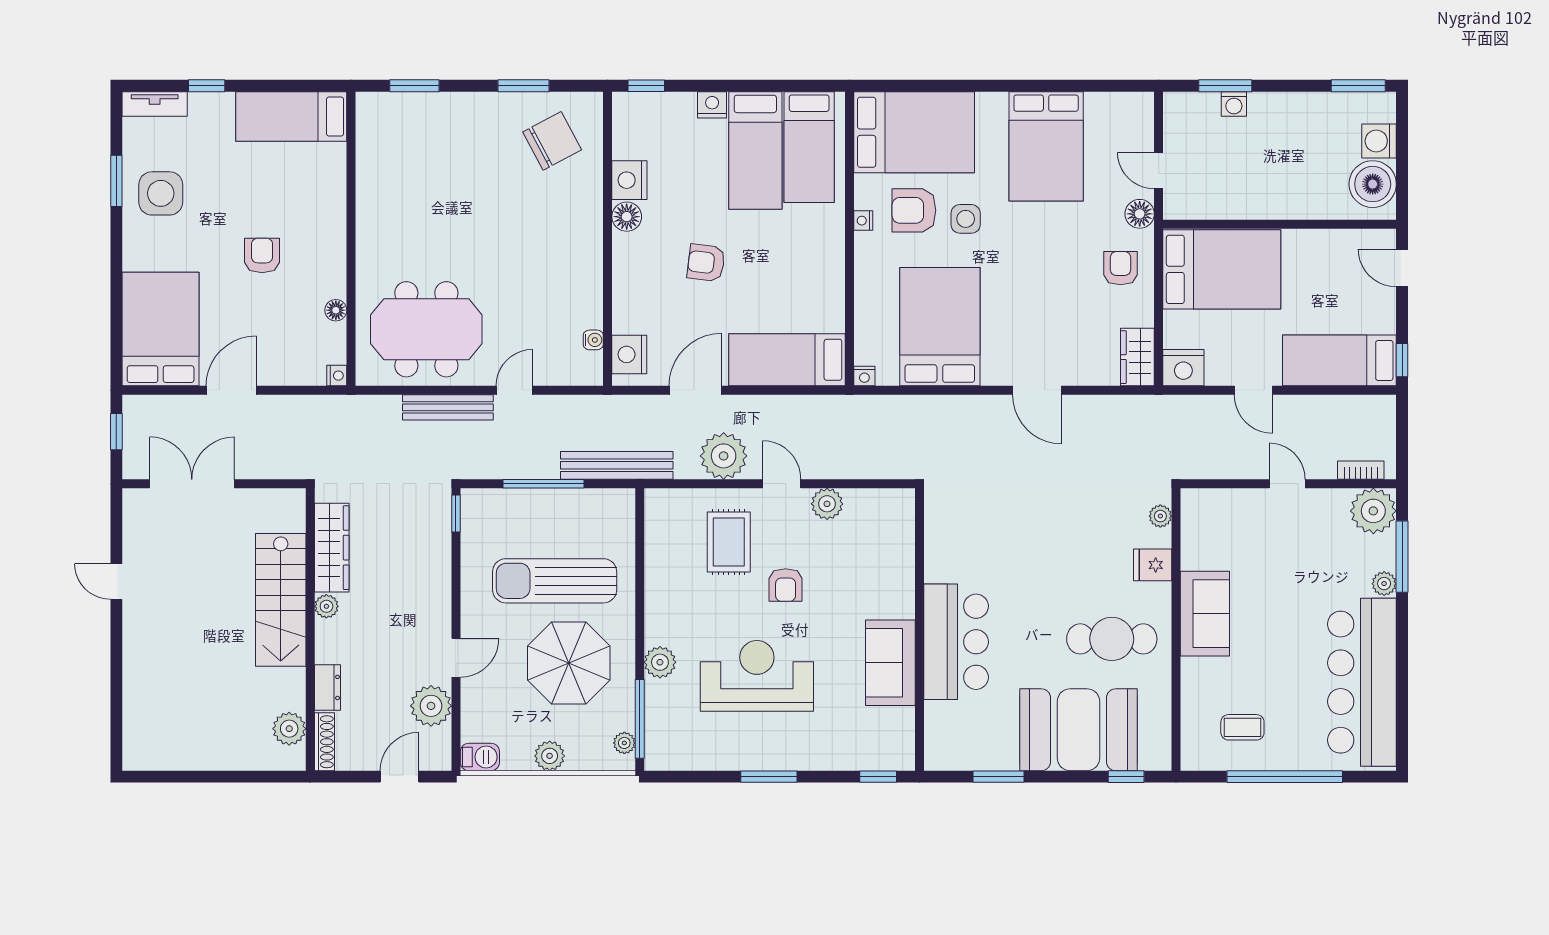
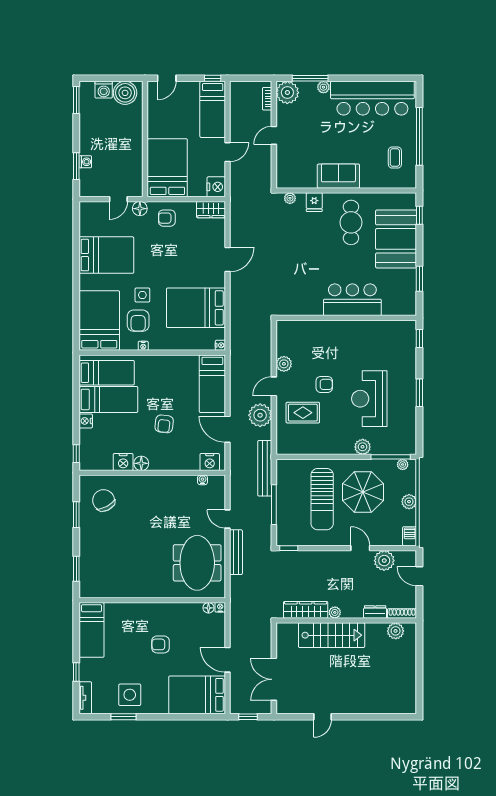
floor lamp: (336, 310) -> (208, 608), moved
sofa: (890, 663) -> (363, 332), removed

